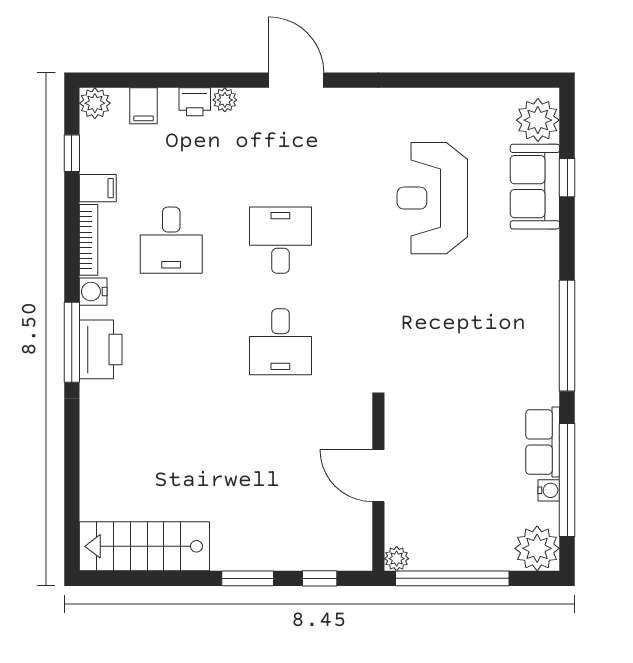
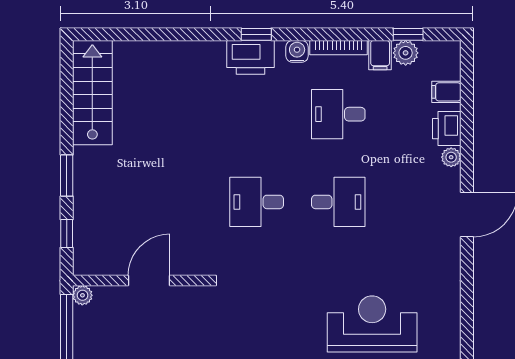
printer: (195, 102) -> (447, 129), width x1.36, depth x1.24
plant: (95, 103) -> (406, 53), moved
window: (72, 342) -> (256, 34), width x0.46

